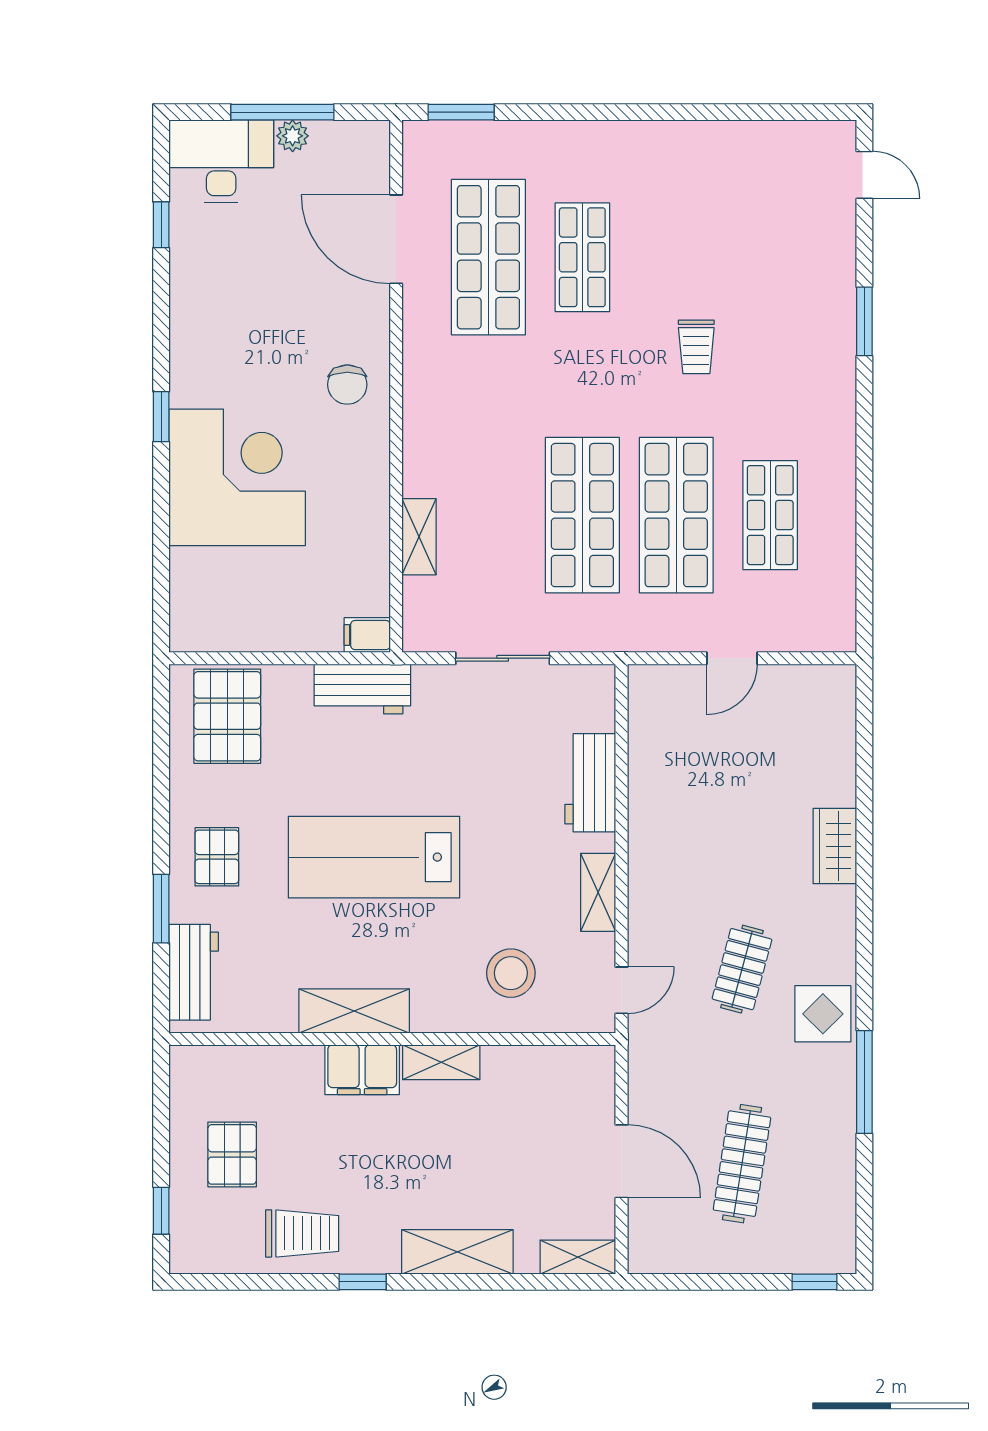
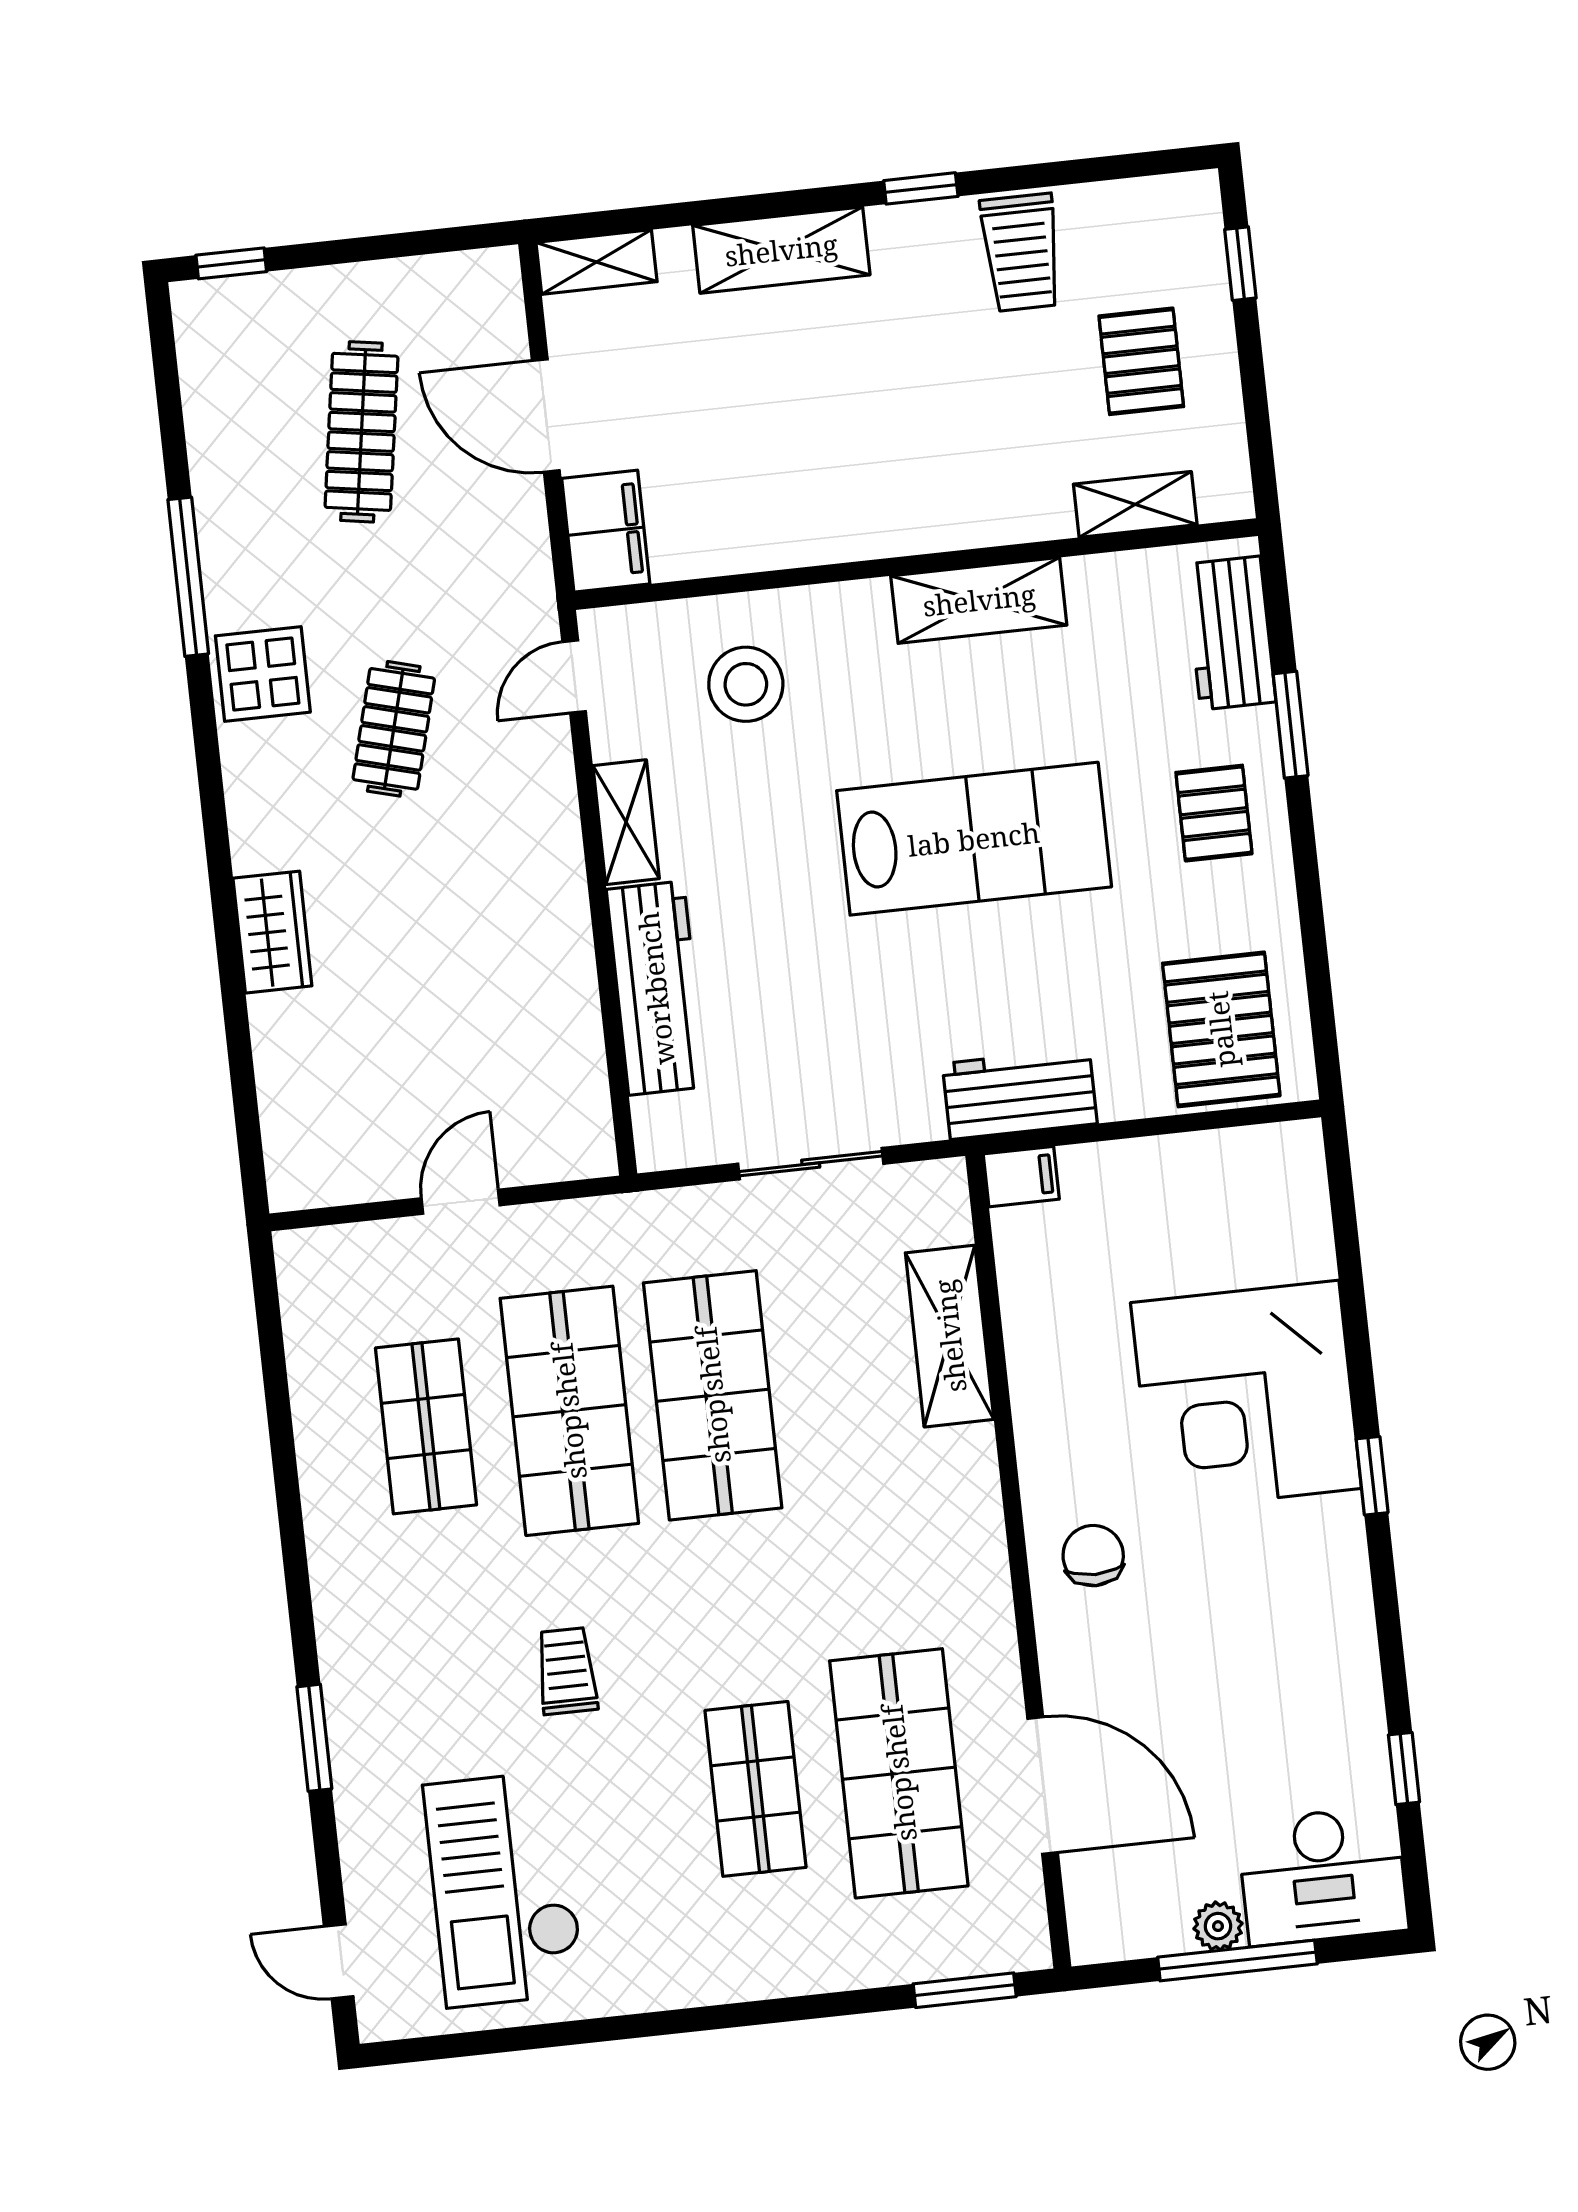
checkout: (752, 210) -> (504, 1889), added
shelving: (419, 537) -> (950, 1336), width x1.50, depth x1.33
workbench: (590, 783) -> (656, 988), width x1.38
shelving: (441, 1062) -> (1135, 504), moved
filing cabinet: (362, 1070) -> (606, 531), moved, turned 90
trolley: (302, 1233) -> (1021, 252), turned -90

